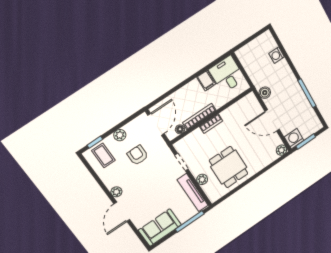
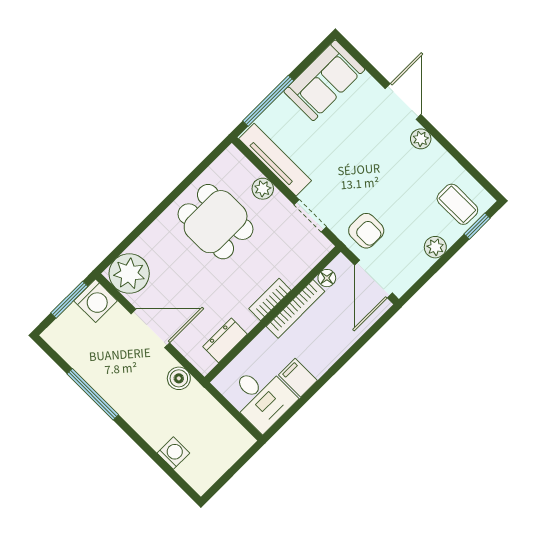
dresser: (238, 107) -> (225, 340), added
plant: (281, 150) -> (129, 274), width x1.88, depth x1.88
armchair: (138, 155) -> (366, 231), moved

